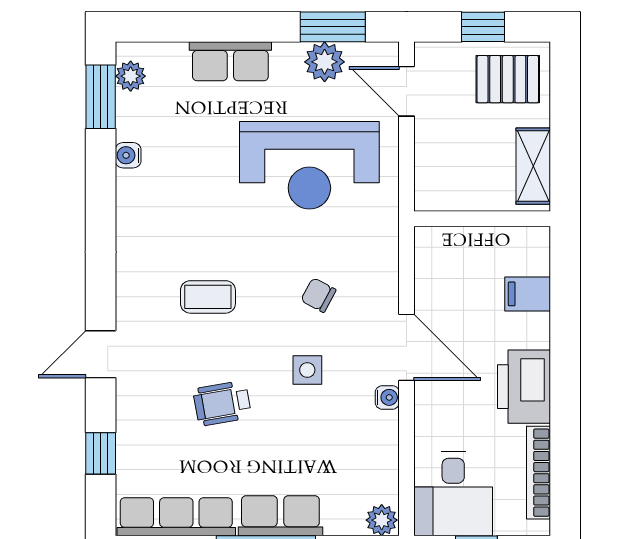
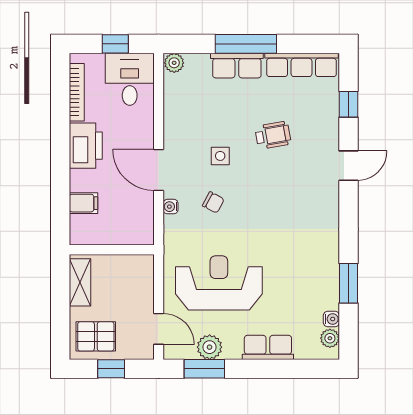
window: (101, 97) -> (348, 283), moved
water cooler: (128, 155) -> (331, 319), moved
coffee table: (208, 297) -> (282, 201), removed
water cooler: (387, 397) -> (171, 207), moved

